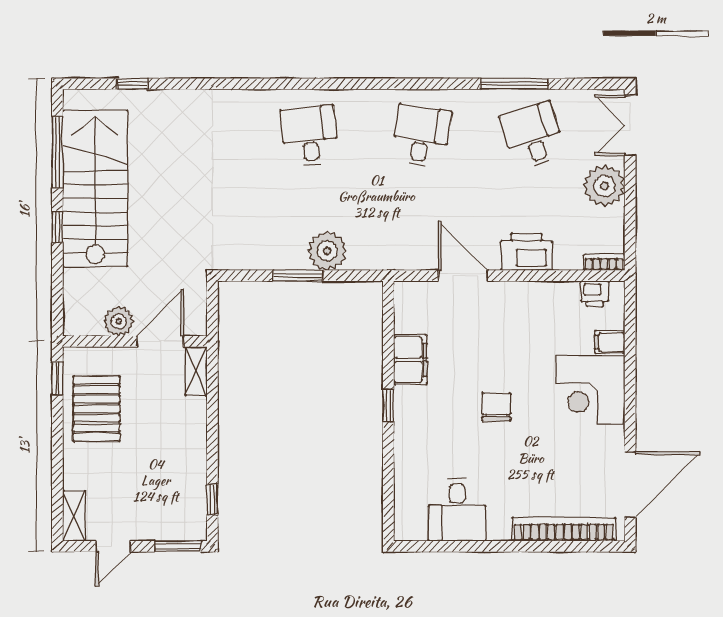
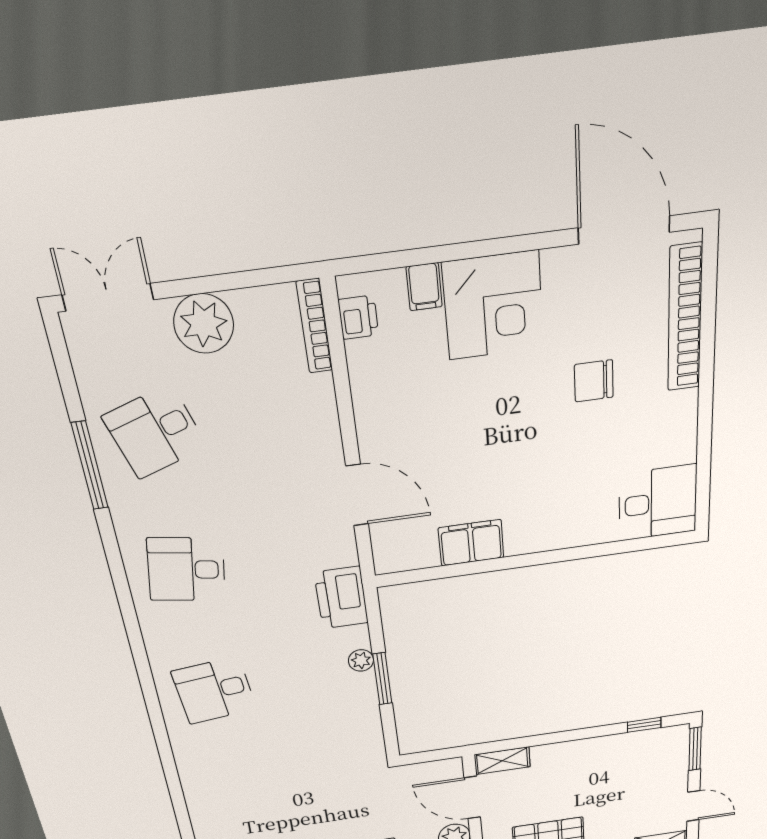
double door: (630, 125) -> (108, 297), swing flipped
plant: (327, 251) -> (361, 660), width x0.53, depth x0.53
printer: (527, 252) -> (341, 598), moved
bookcase: (604, 262) -> (315, 326), width x1.56
door: (463, 276) -> (357, 495), swing flipped
window: (388, 406) -> (530, 560), removed
chair: (496, 407) -> (594, 381), moved
desk: (457, 510) -> (658, 503), moved

